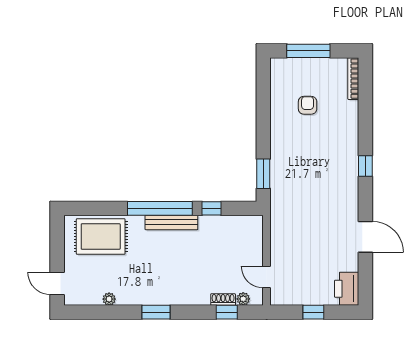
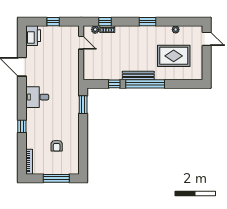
window: (365, 166) -> (22, 126), moved
desk: (340, 186) -> (37, 97), added
rug: (101, 236) -> (174, 56), moved

